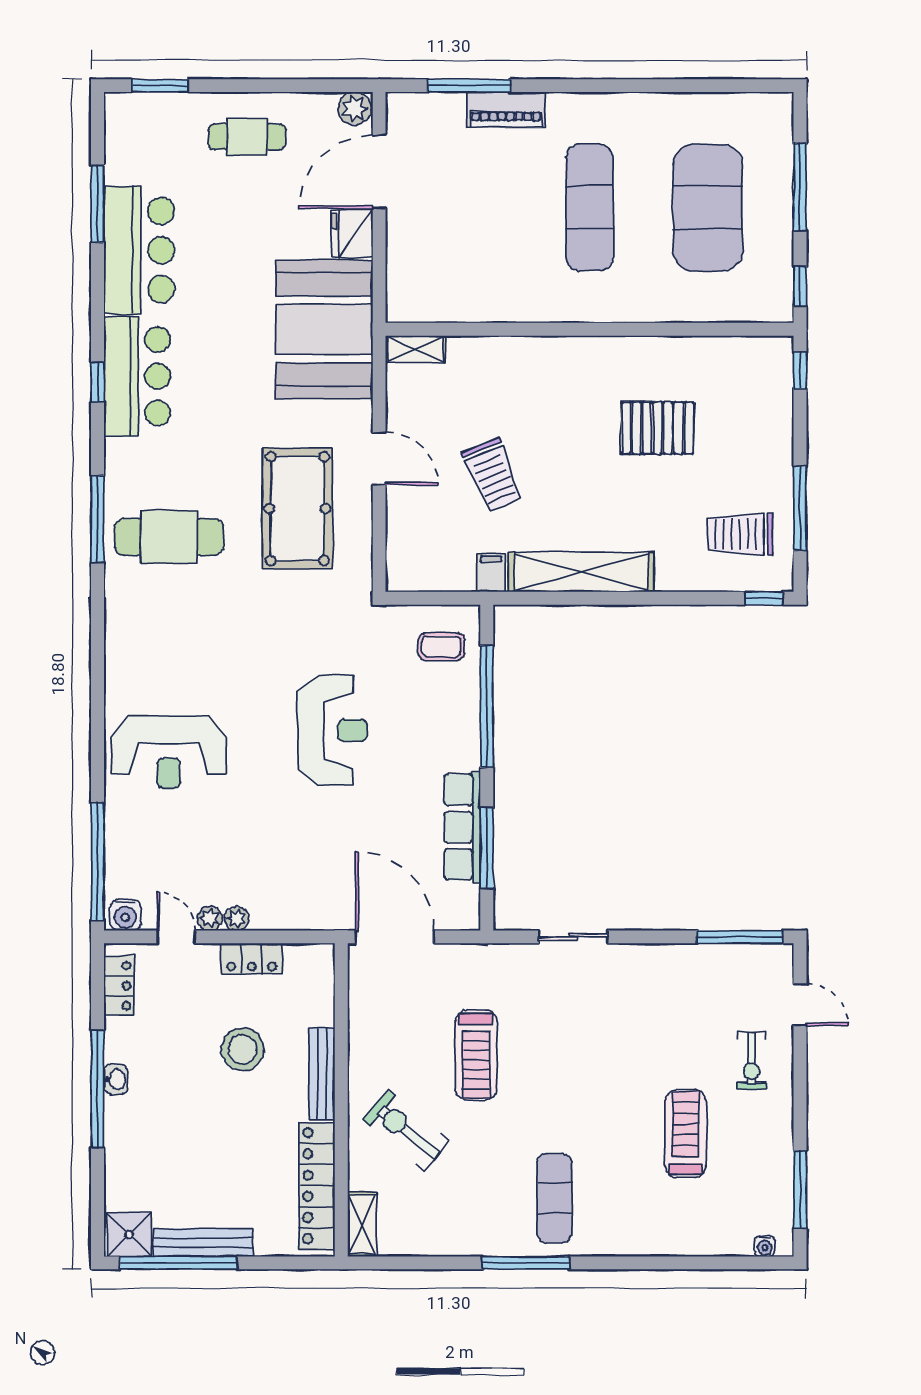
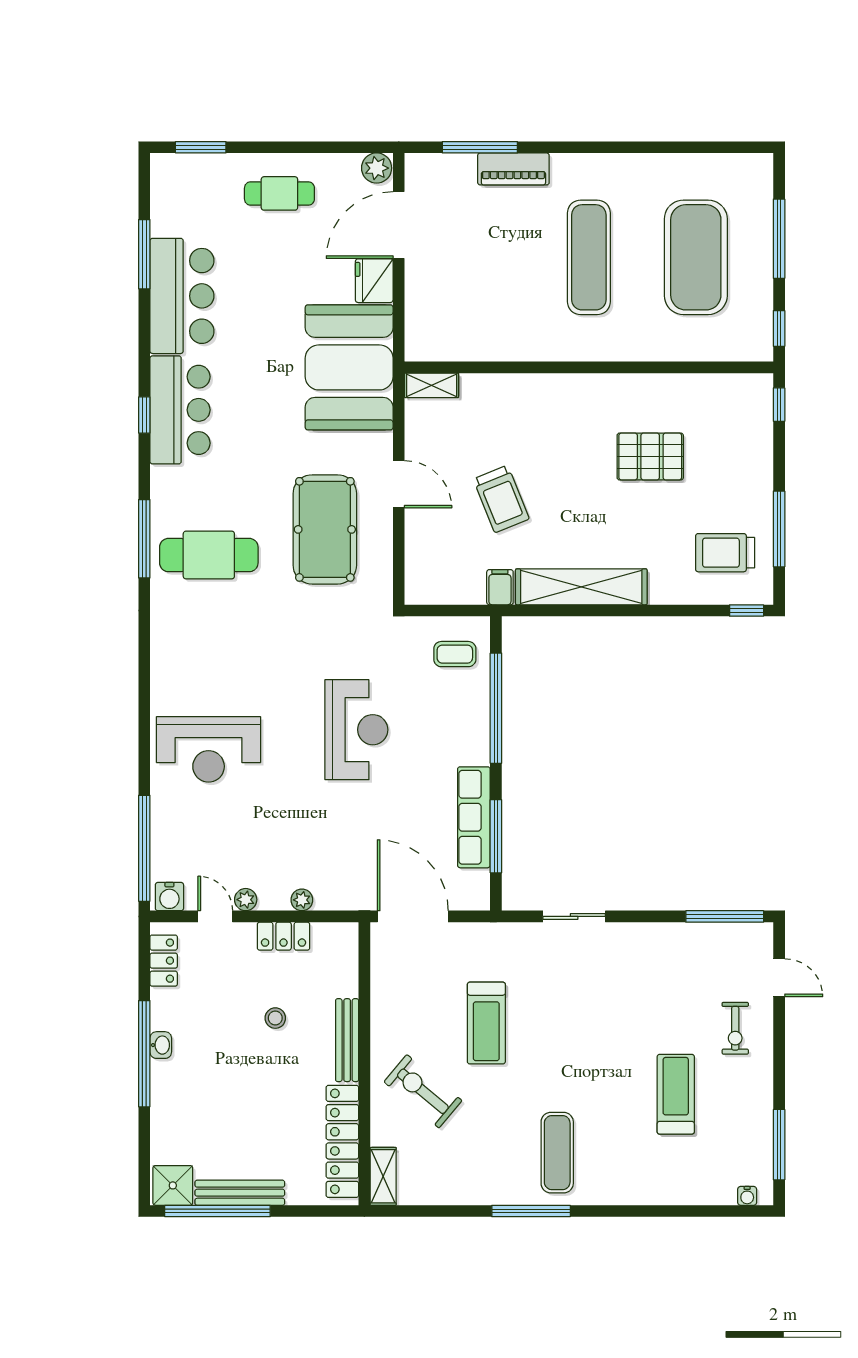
plant: (237, 919) -> (302, 900), moved
stool: (243, 1049) -> (275, 1018), width x0.53, depth x0.53

